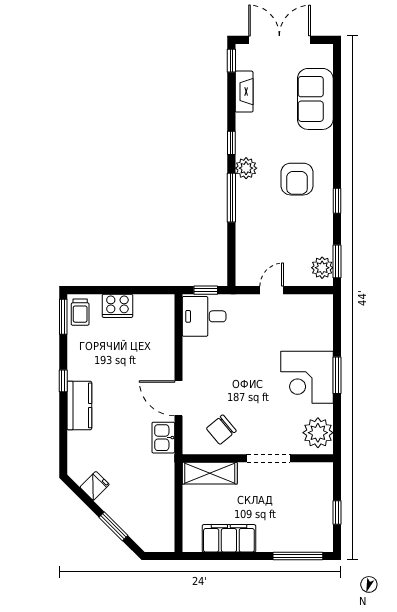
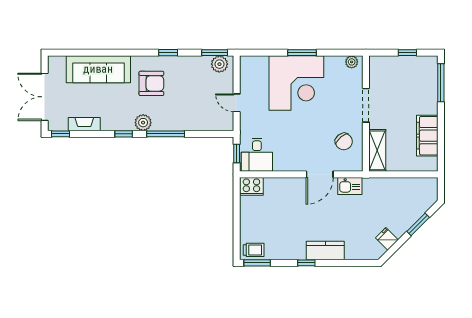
sofa: (315, 99) -> (98, 69), width x1.36
cooker: (117, 306) -> (251, 186), moved, turned 90
corner desk: (307, 377) -> (296, 83), width x1.36, depth x1.36
plant: (318, 433) -> (352, 62), width x0.53, depth x0.53

